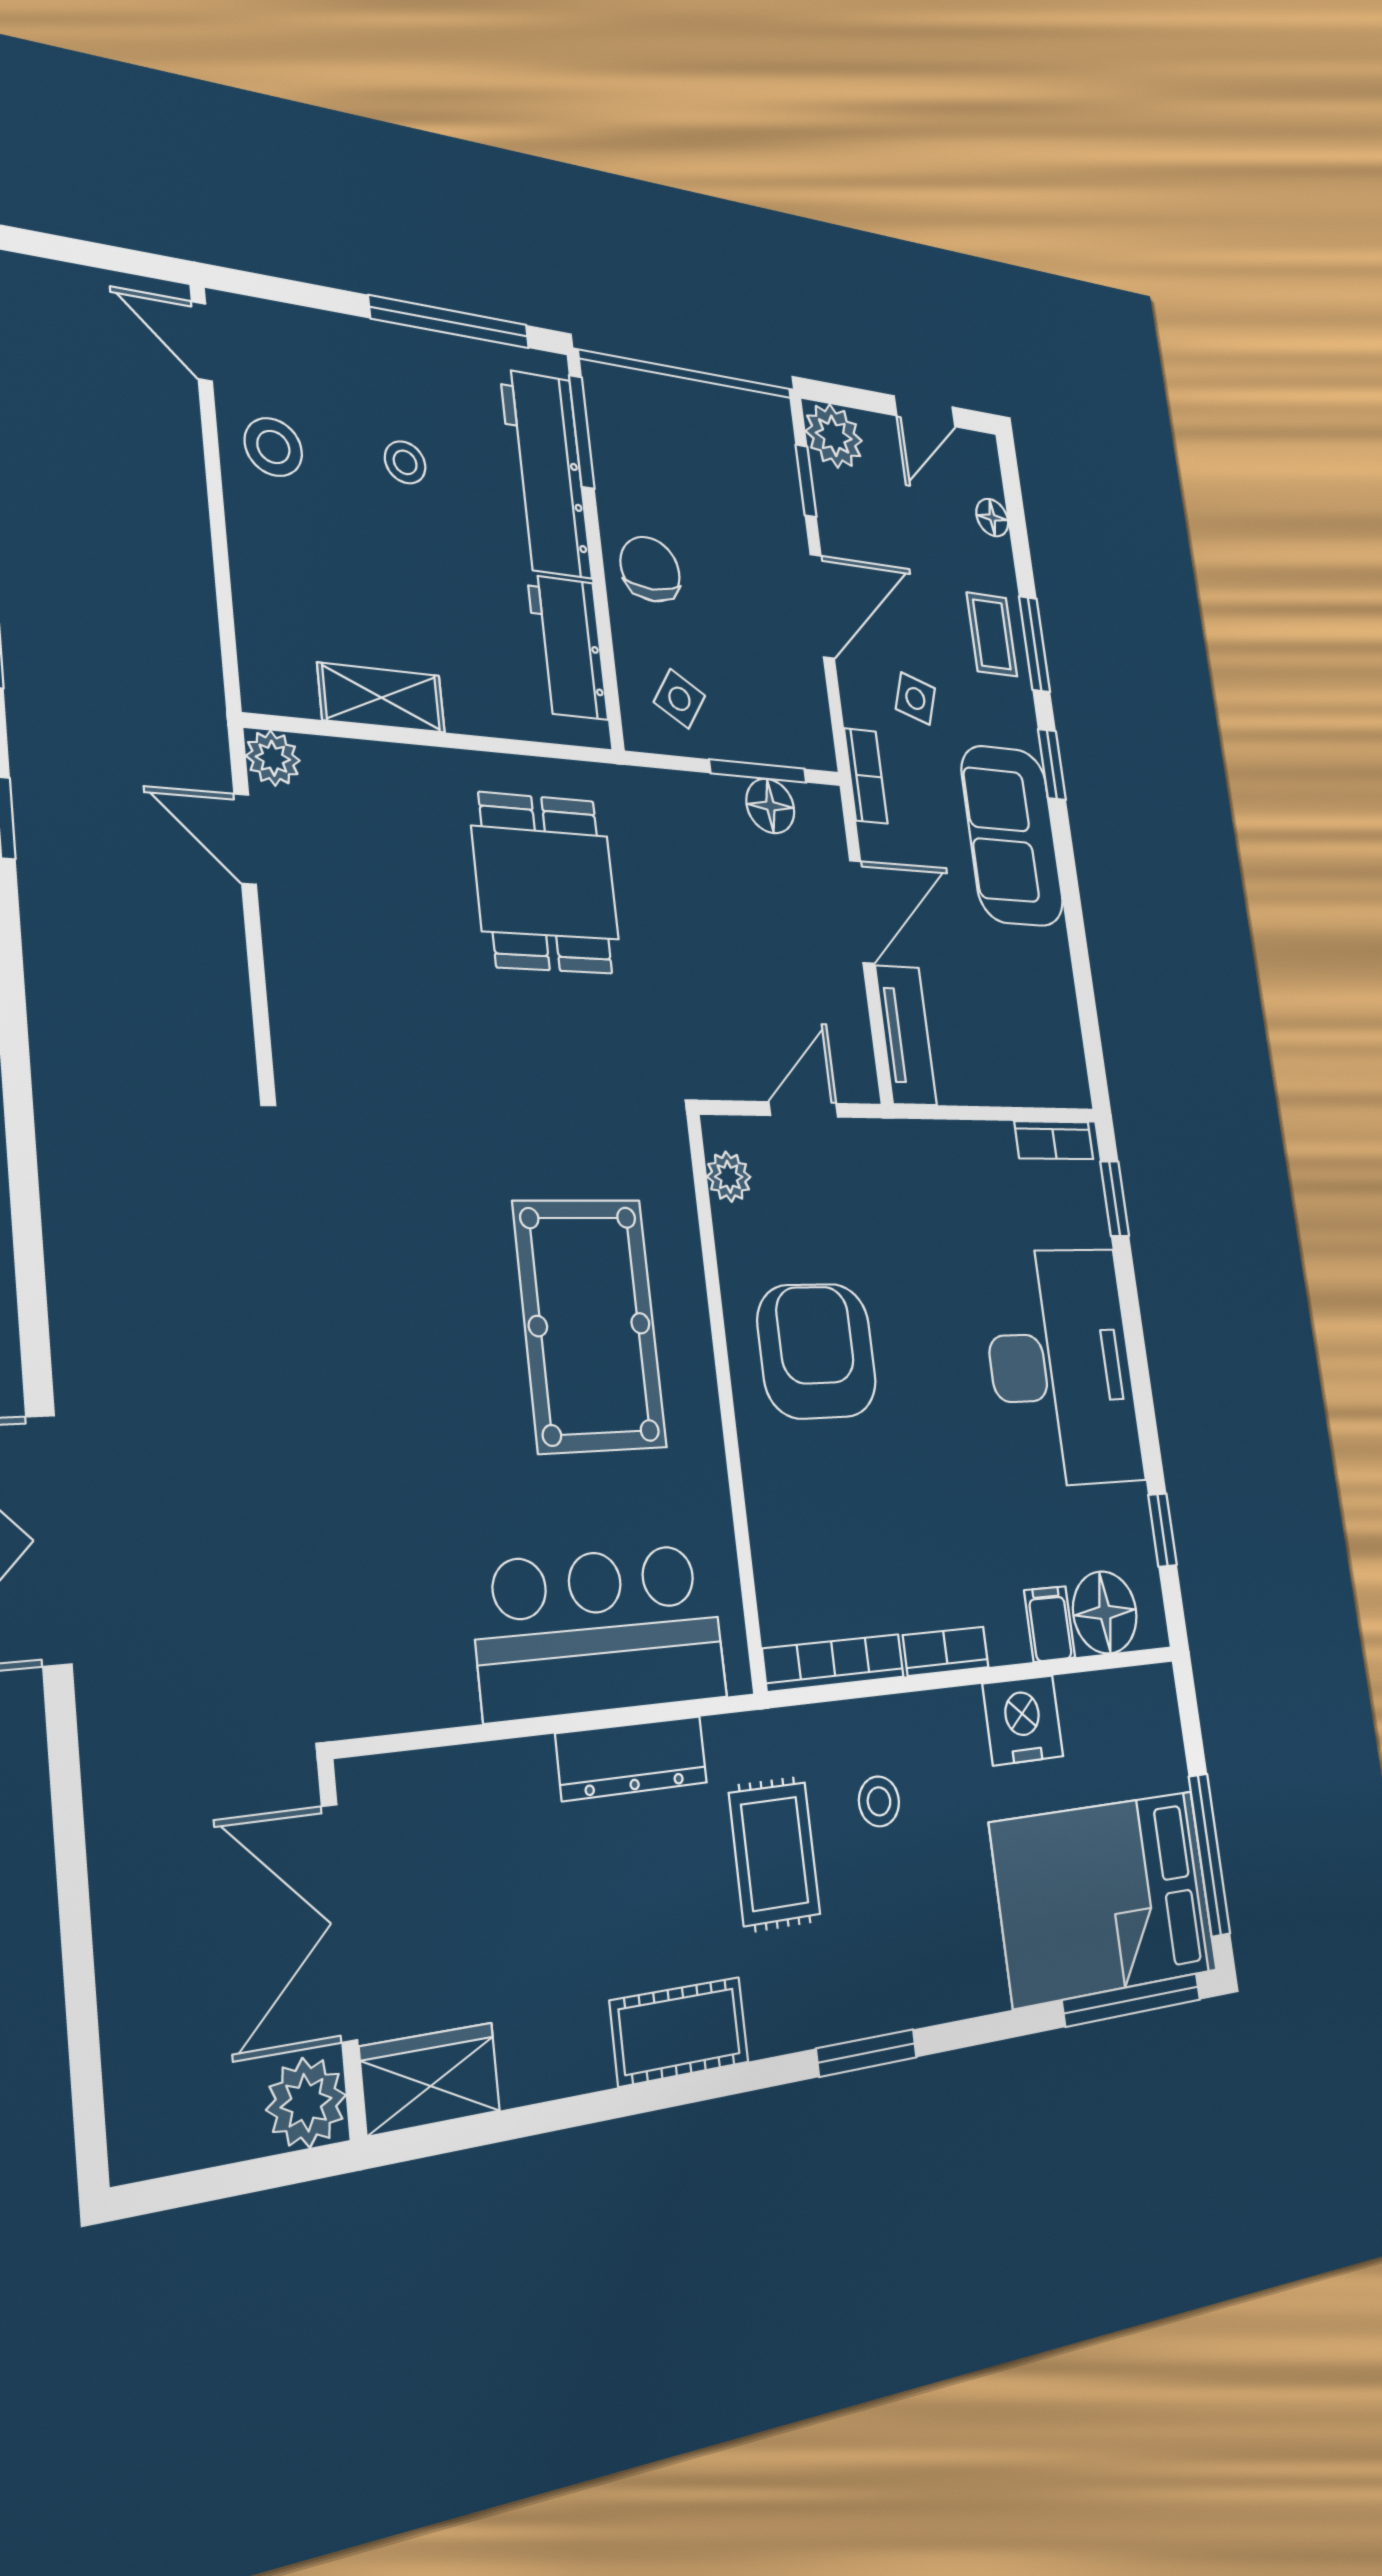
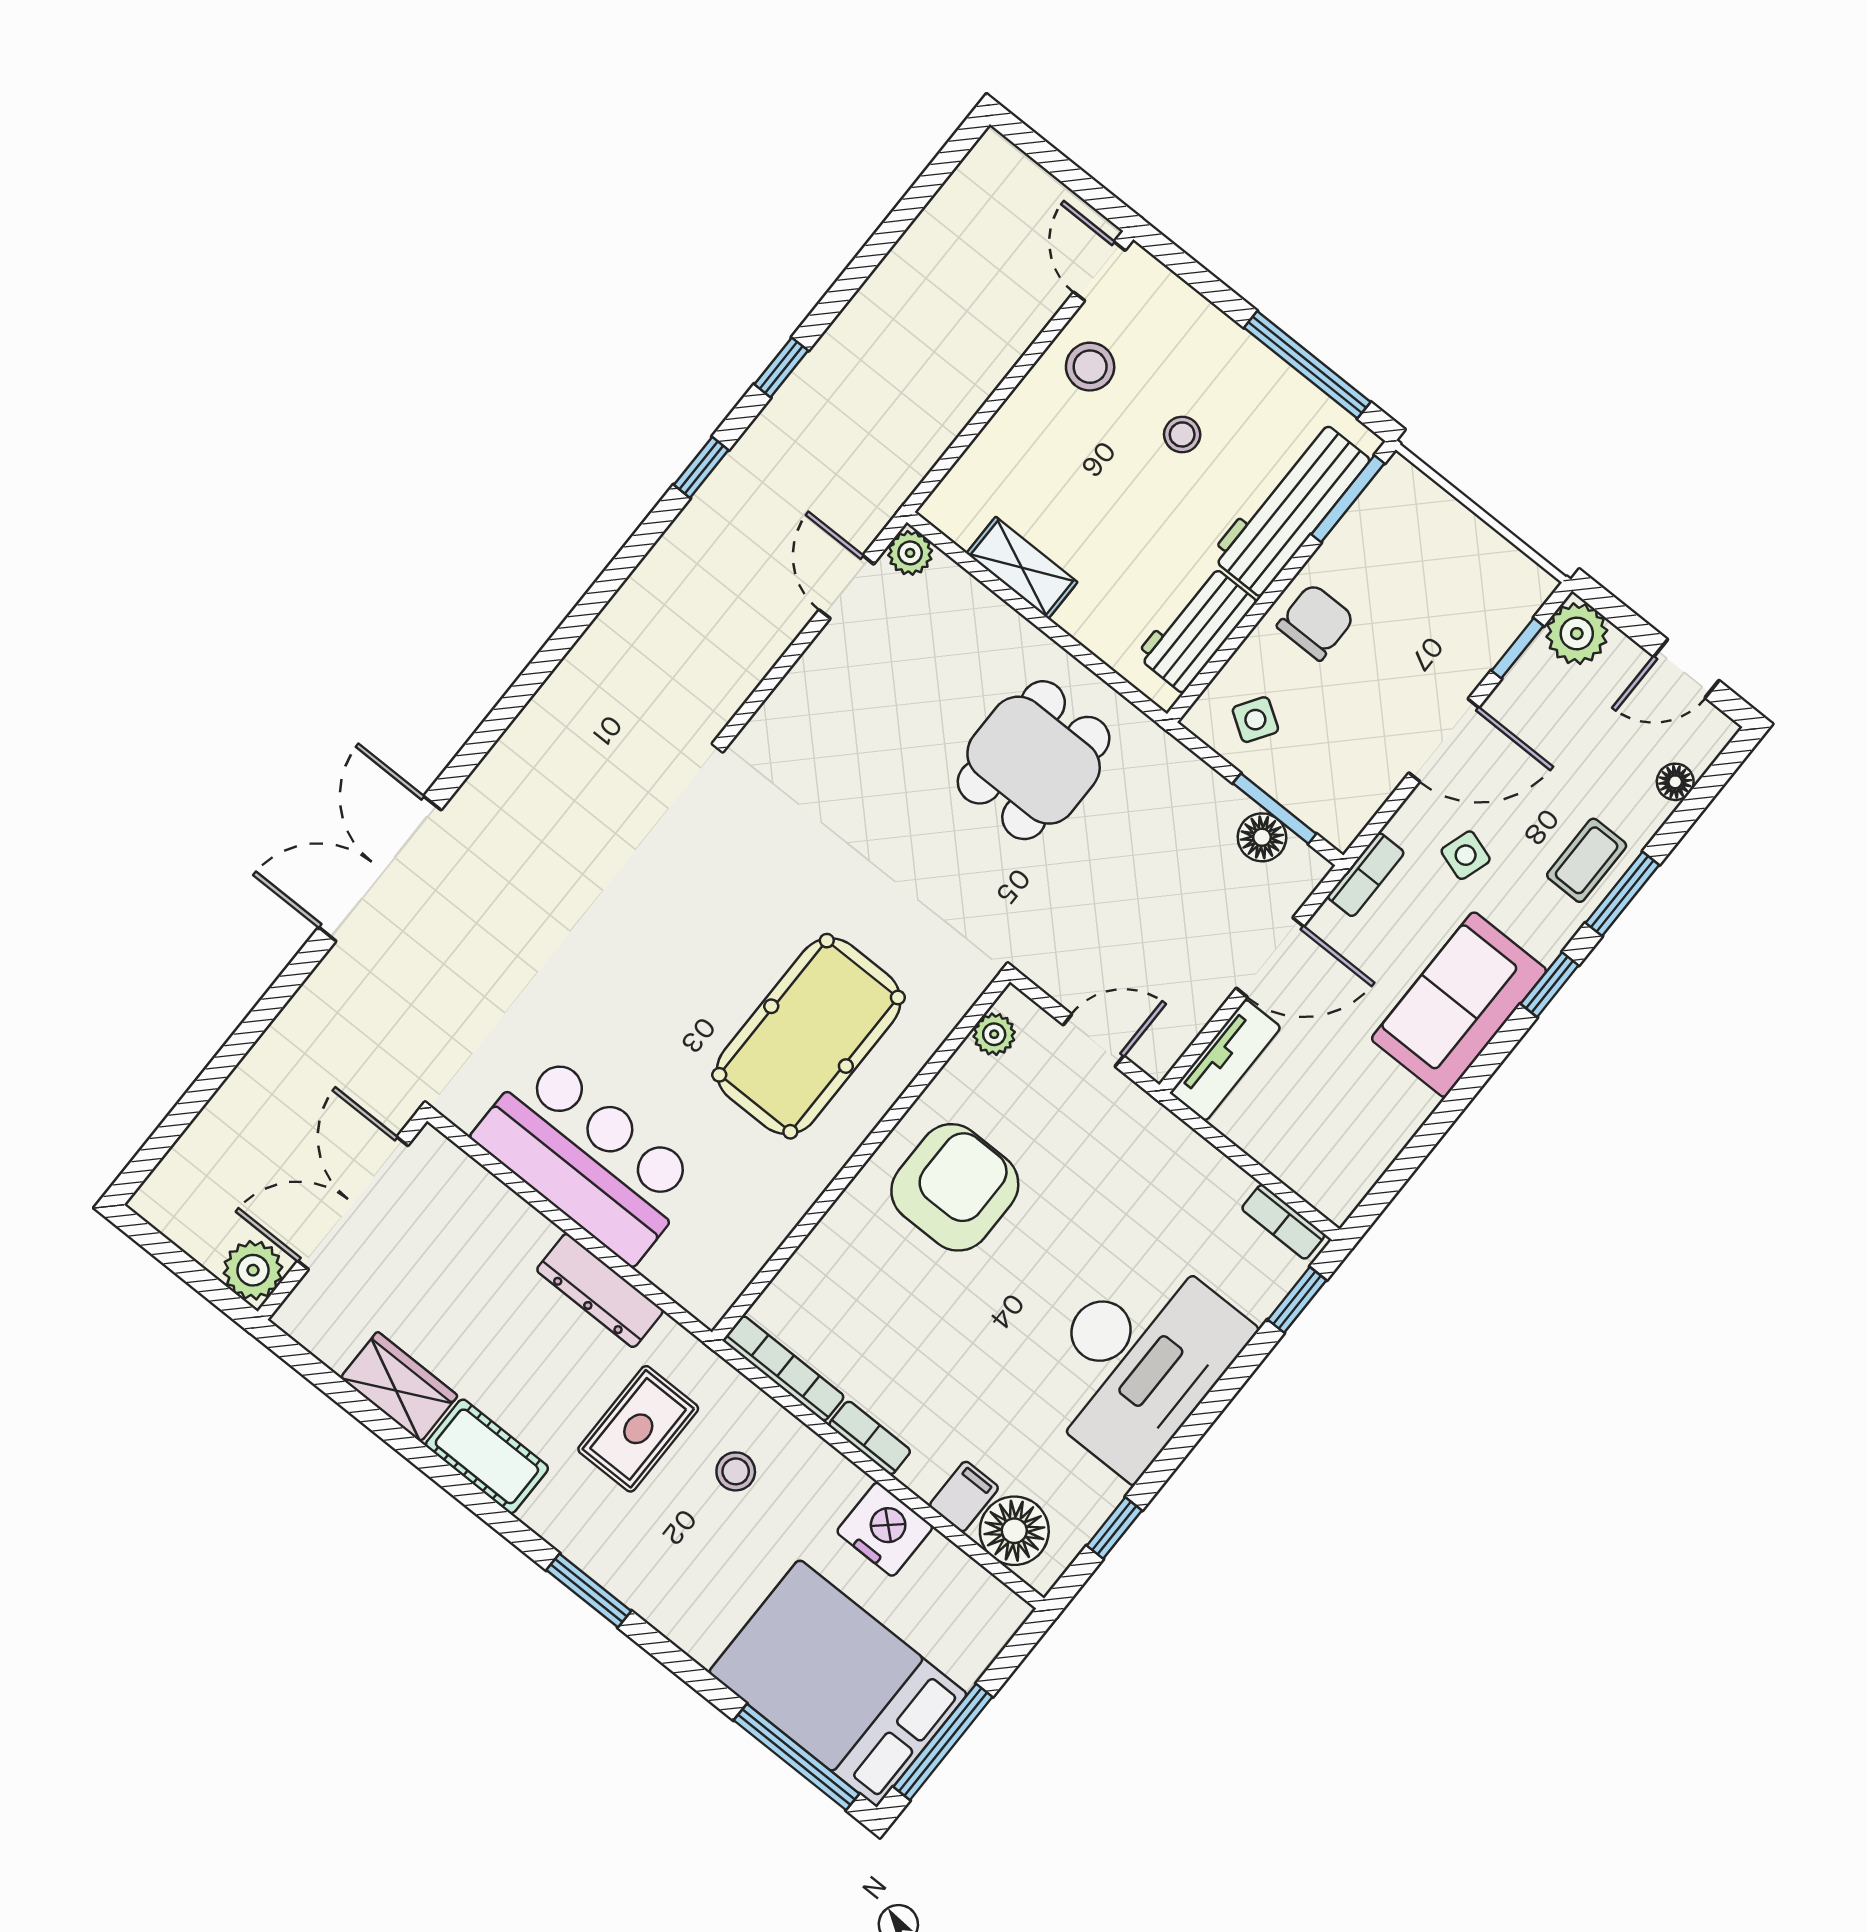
bar counter: (600, 1631) -> (587, 1157), moved
wardrobe: (430, 2079) -> (399, 1387), moved

